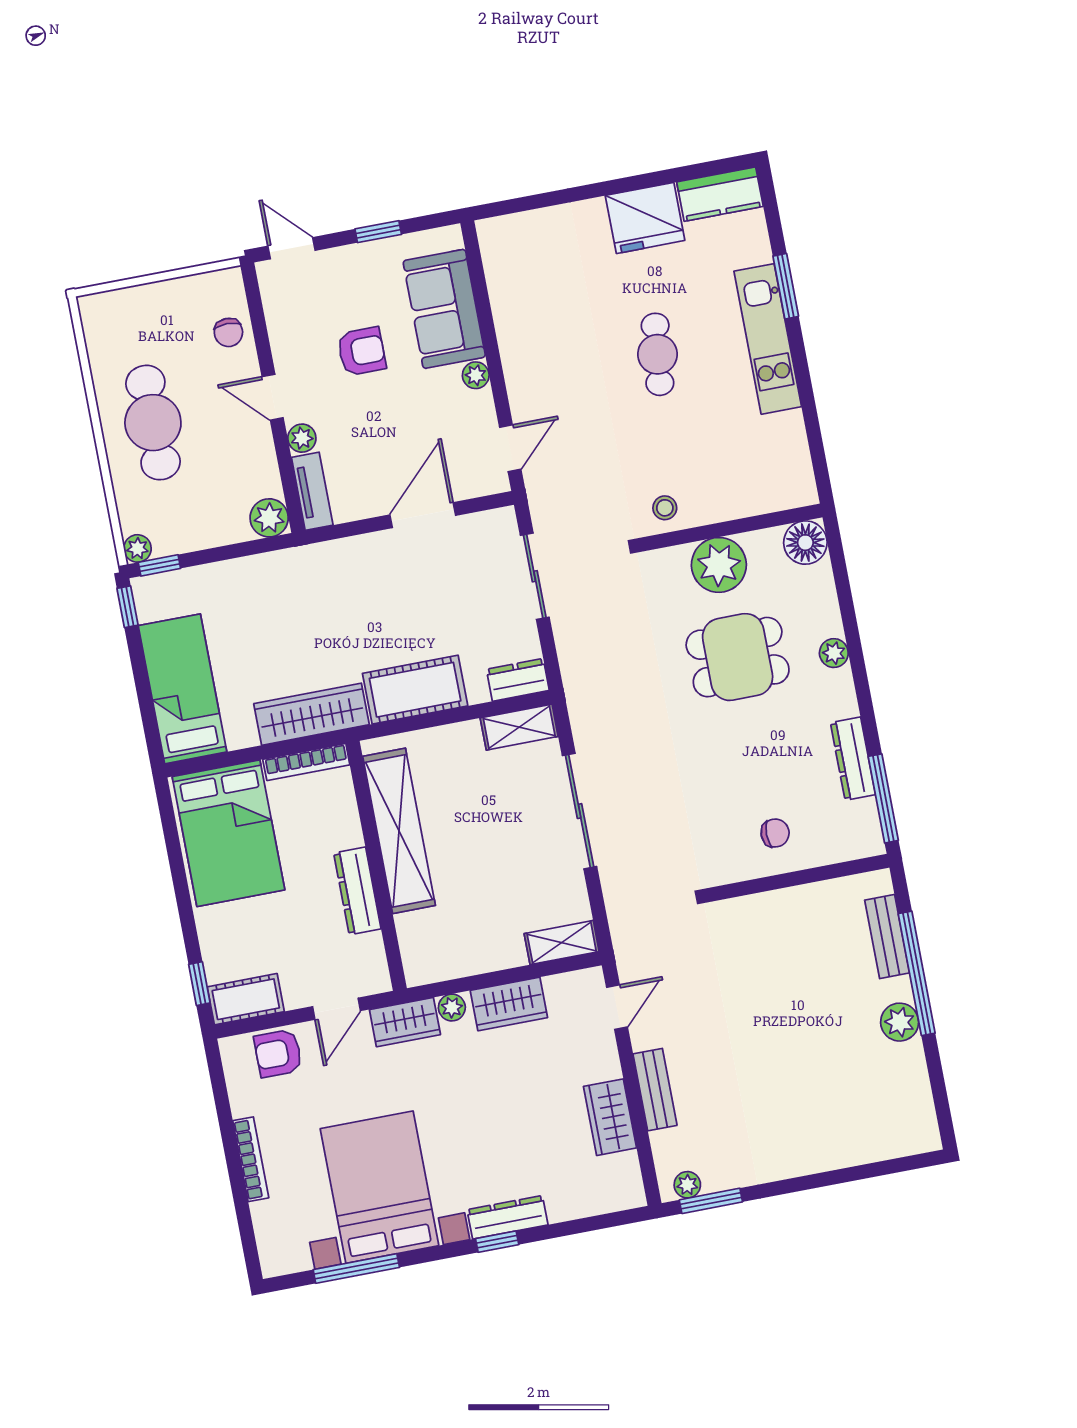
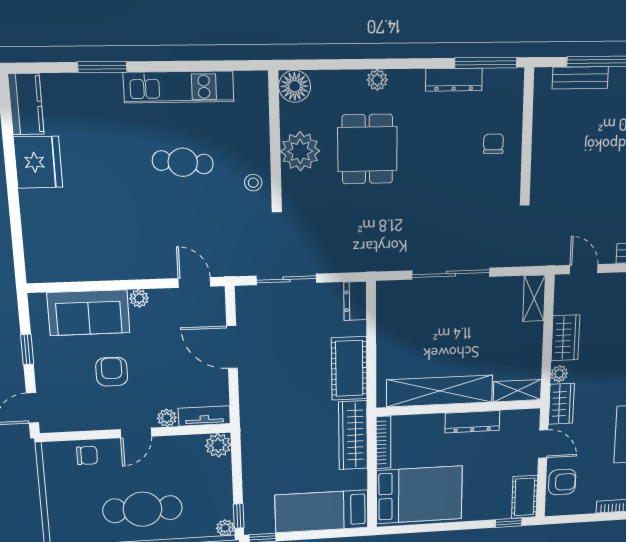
kitchen unit: (768, 339) -> (179, 87), moved
cafe table: (657, 354) -> (183, 162), moved
shelving: (519, 727) -> (517, 391), moved, turned 90
armchair: (278, 1053) -> (562, 482), turned -90

